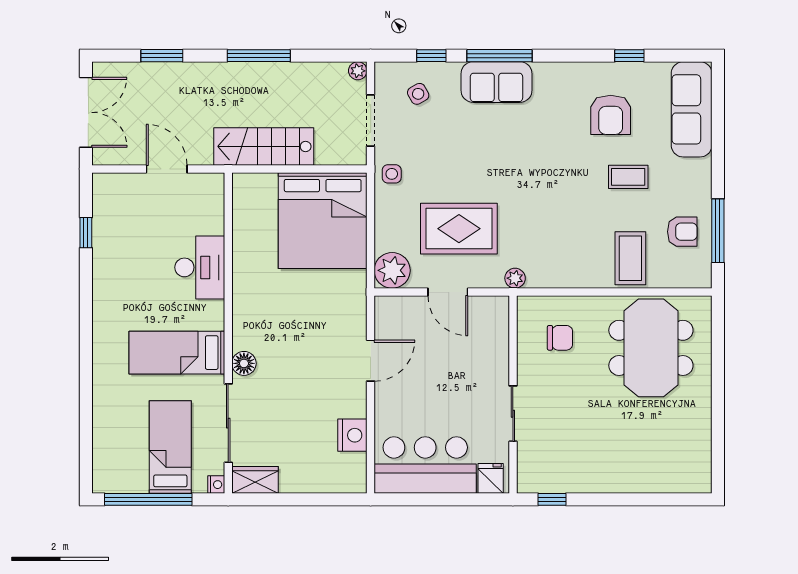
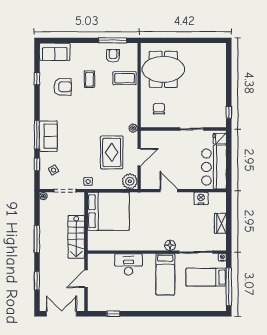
sofa: (692, 109) -> (55, 52), width x0.73
wardrobe: (255, 480) -> (220, 223), moved

